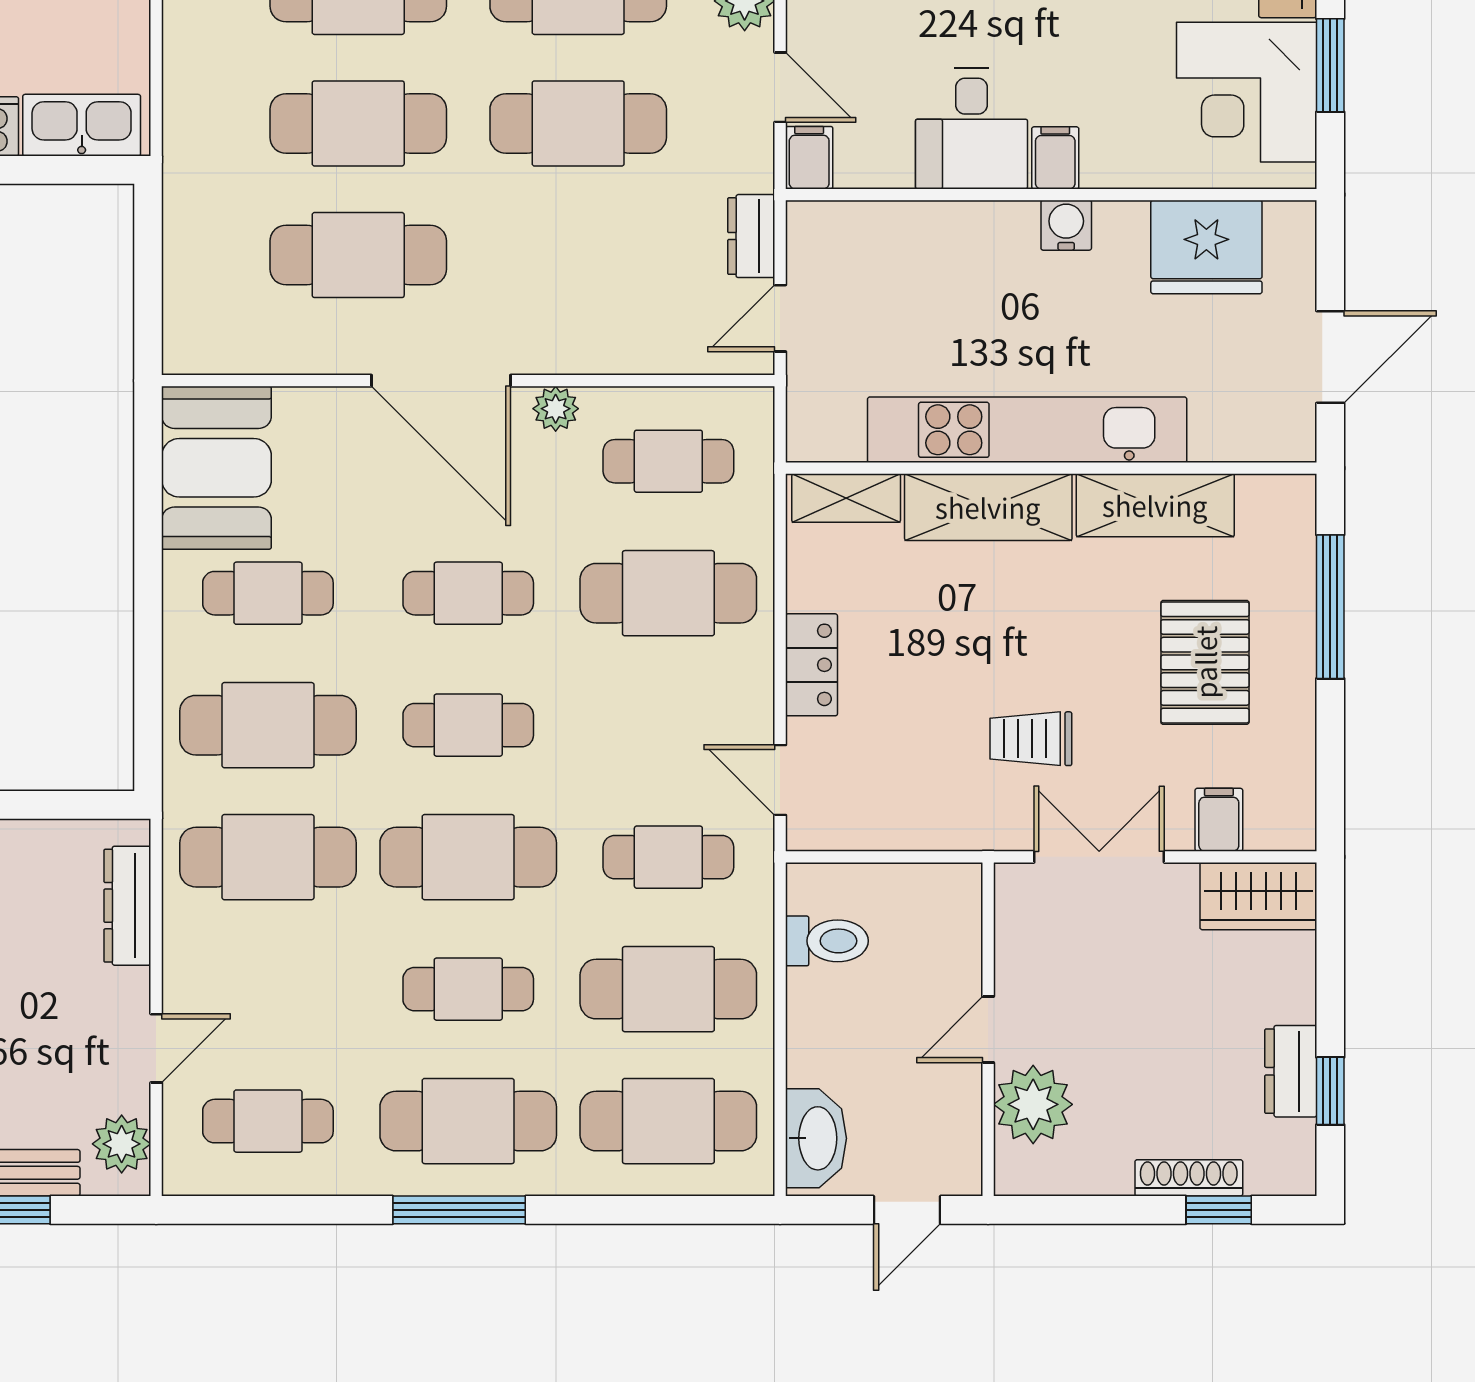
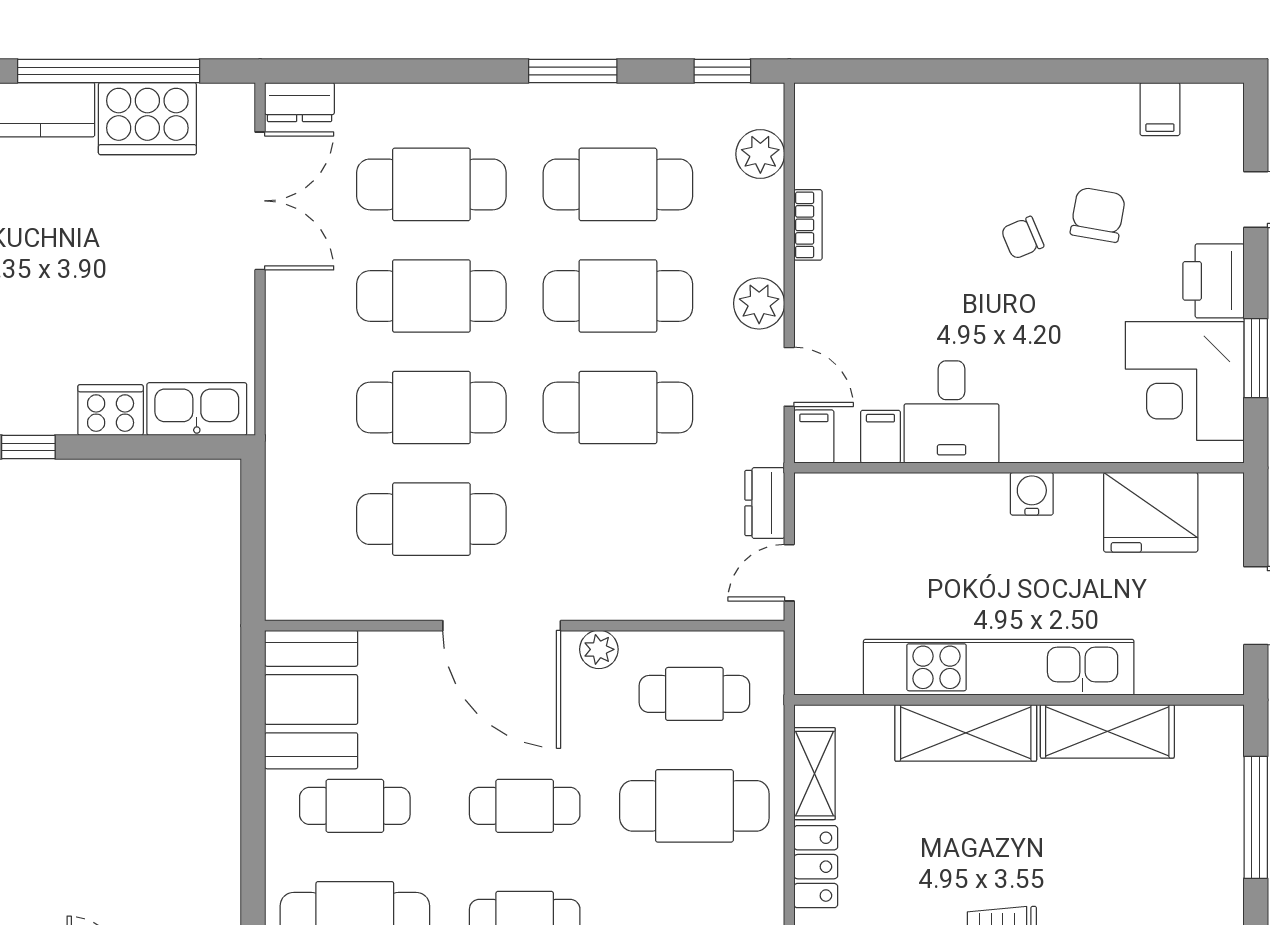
filing cabinet: (1055, 158) -> (880, 437), moved
shelving: (846, 498) -> (815, 774), moved, turned 90
pallet: (1205, 662) -> (1150, 865), removed

